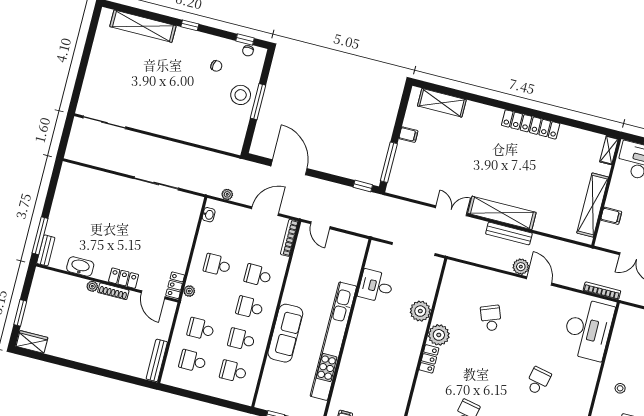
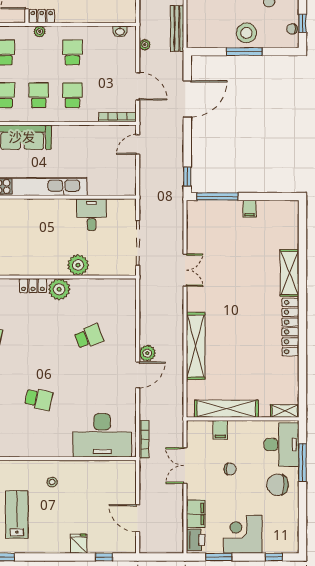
shelving: (442, 103) -> (289, 273), moved
shelving: (502, 213) -> (196, 346), moved
bench: (509, 234) -> (177, 29), moved

